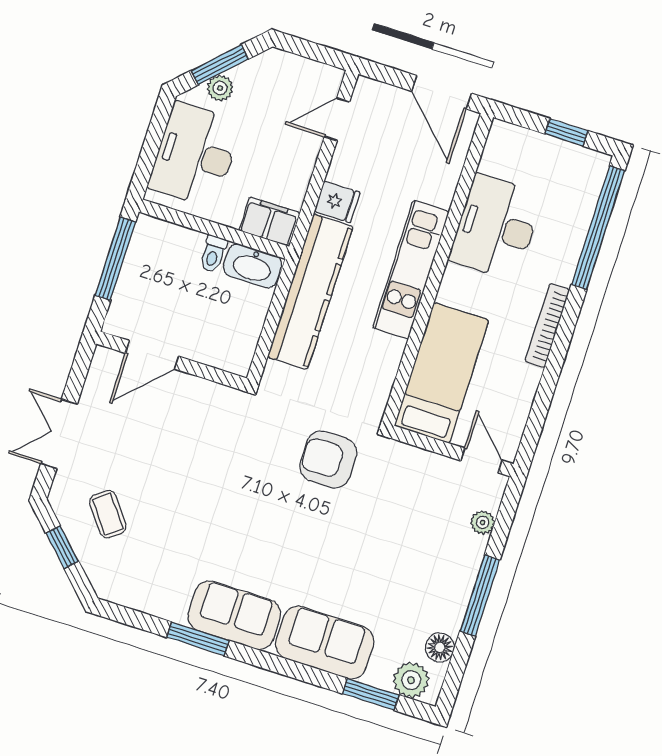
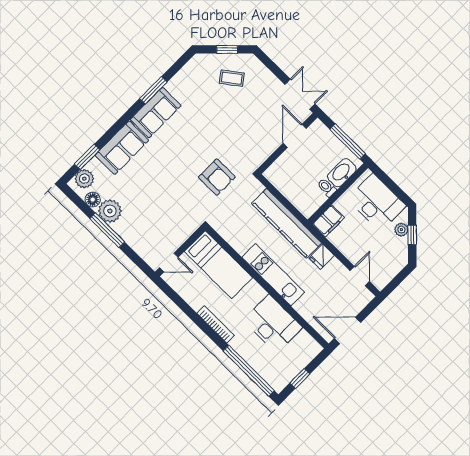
window: (220, 65) -> (412, 235), width x0.67
washbasin: (252, 266) -> (342, 173), moved
double door: (59, 434) -> (300, 94), moved
armchair: (328, 459) -> (217, 177), moved, turned 90
plant: (483, 522) -> (110, 211), moved, width x1.88, depth x1.88

